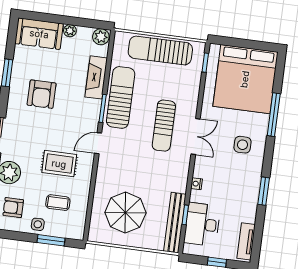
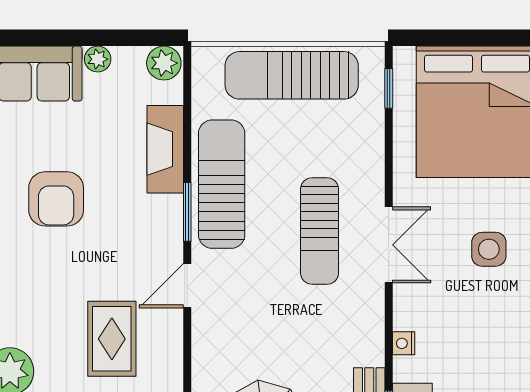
rug: (59, 164) -> (112, 339), turned 90

